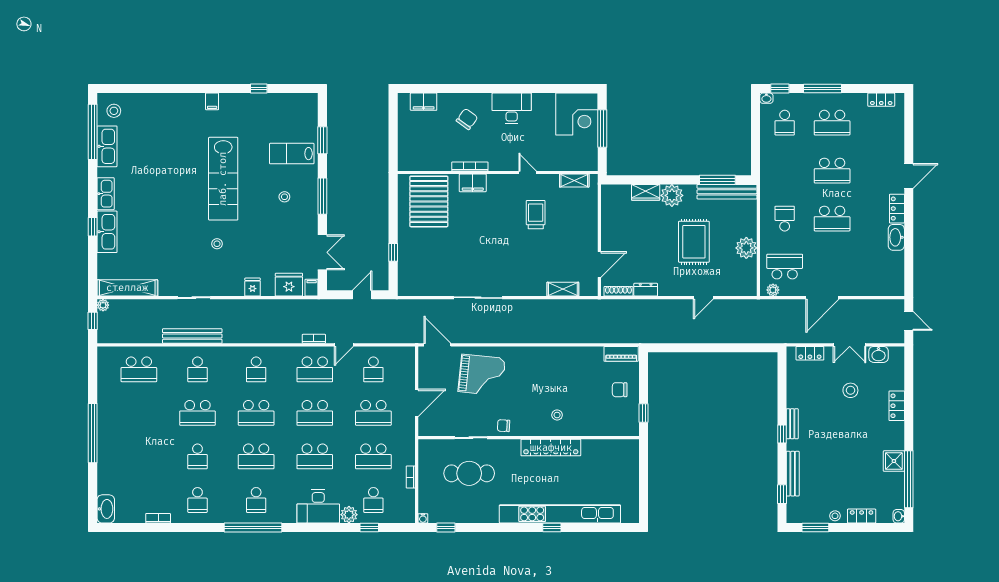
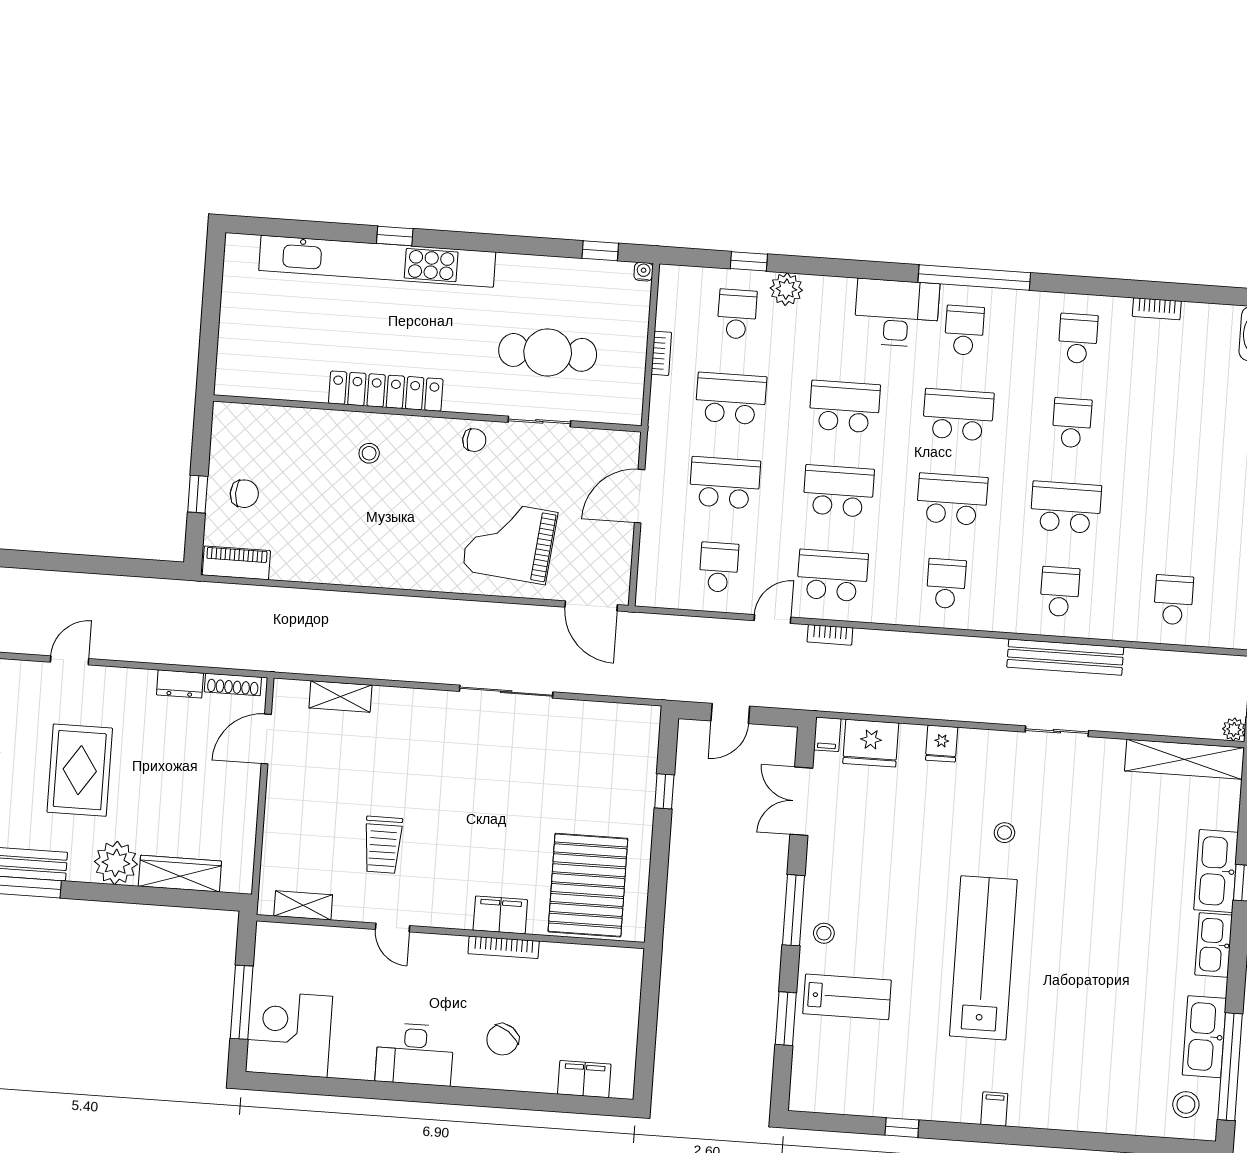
wardrobe: (646, 192) -> (180, 874), width x1.50
stool: (284, 197) -> (824, 933), moved
school desk: (139, 369) -> (1173, 600), width x0.54
window: (644, 413) -> (198, 494), moved
desk: (318, 506) -> (897, 313), moved

